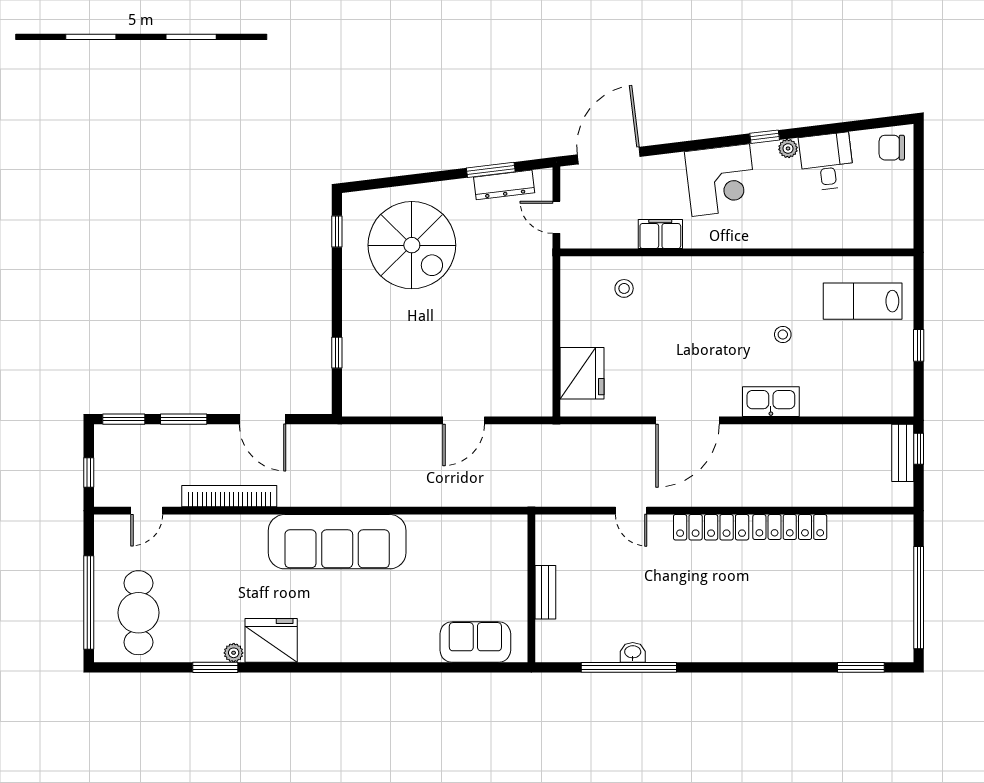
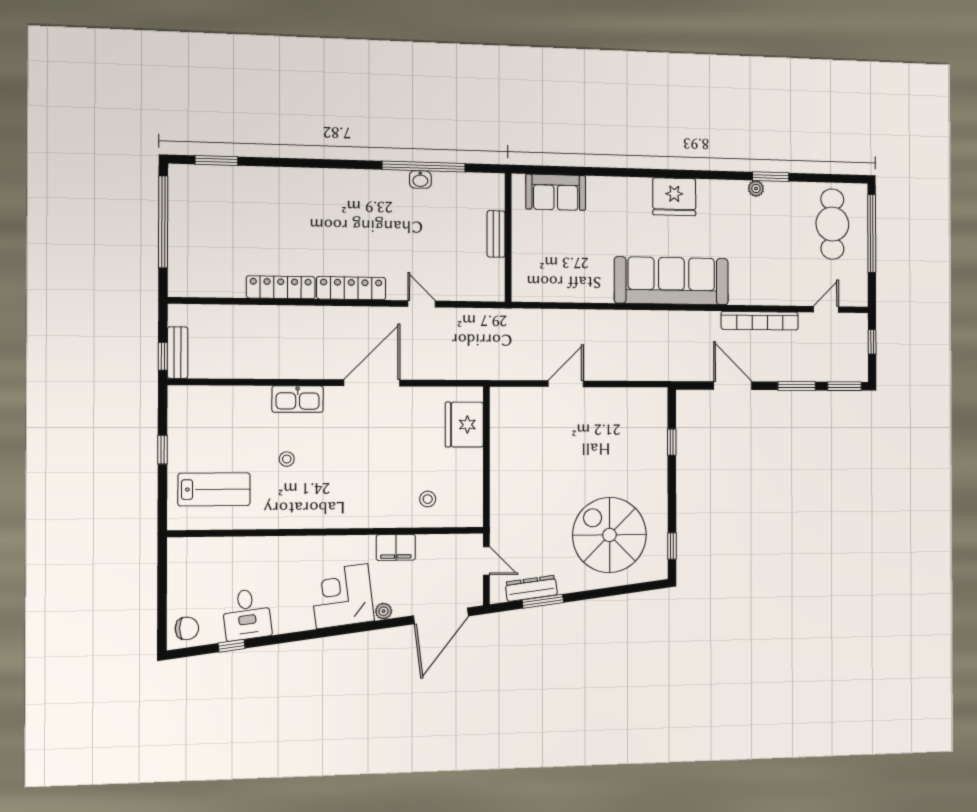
window: (765, 137) -> (231, 646), moved
plant: (788, 148) -> (384, 611), moved
fridge: (271, 640) -> (674, 197), moved

